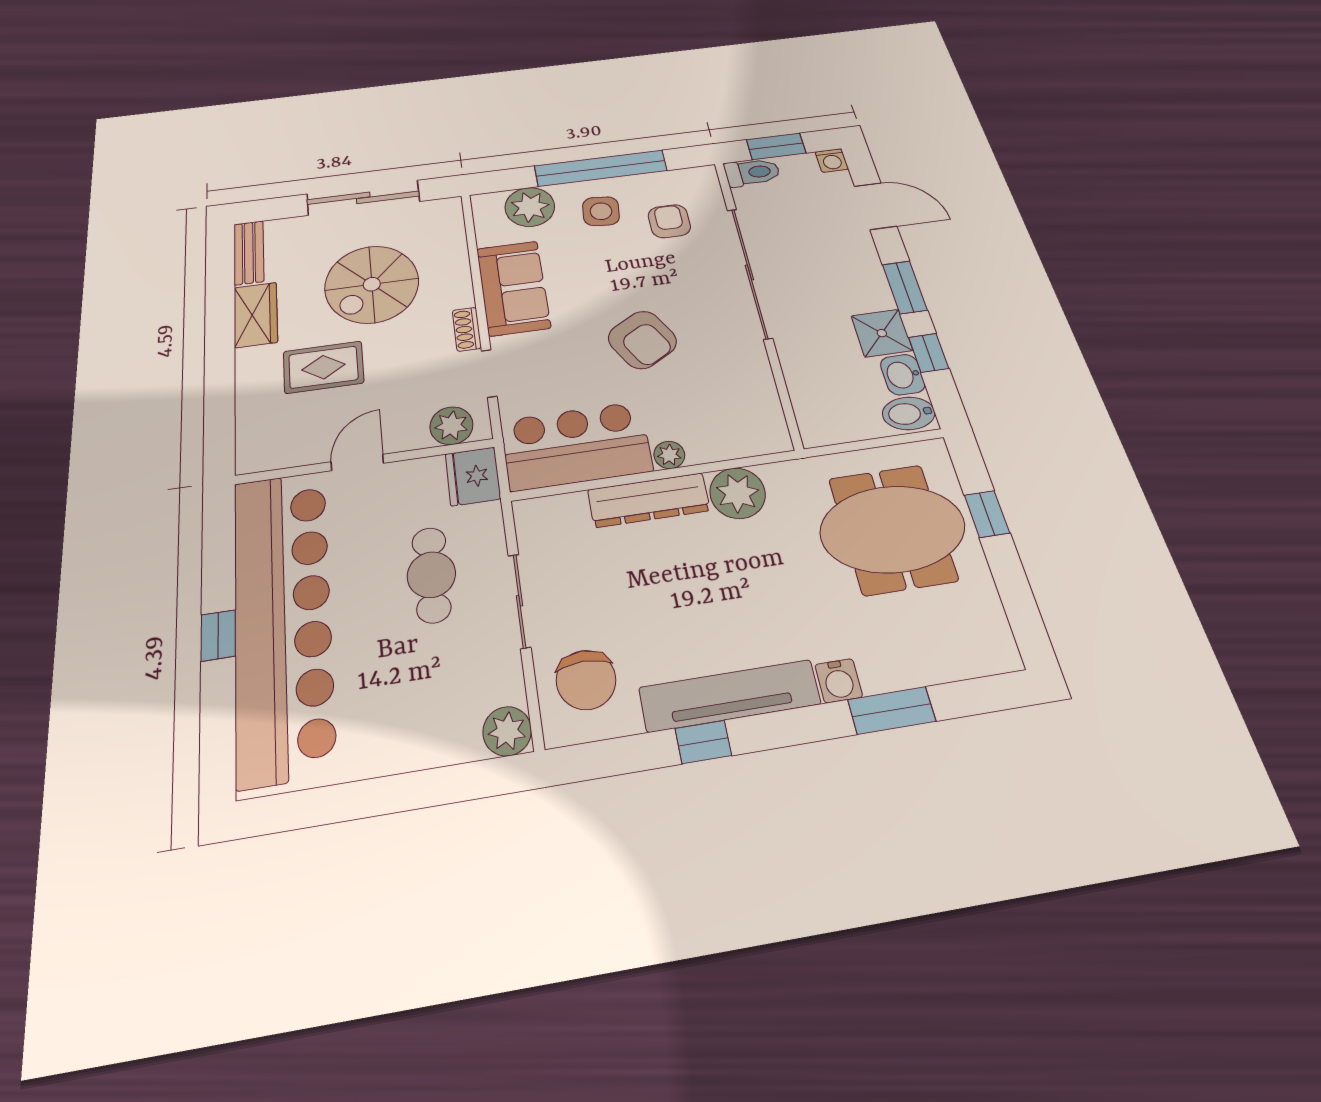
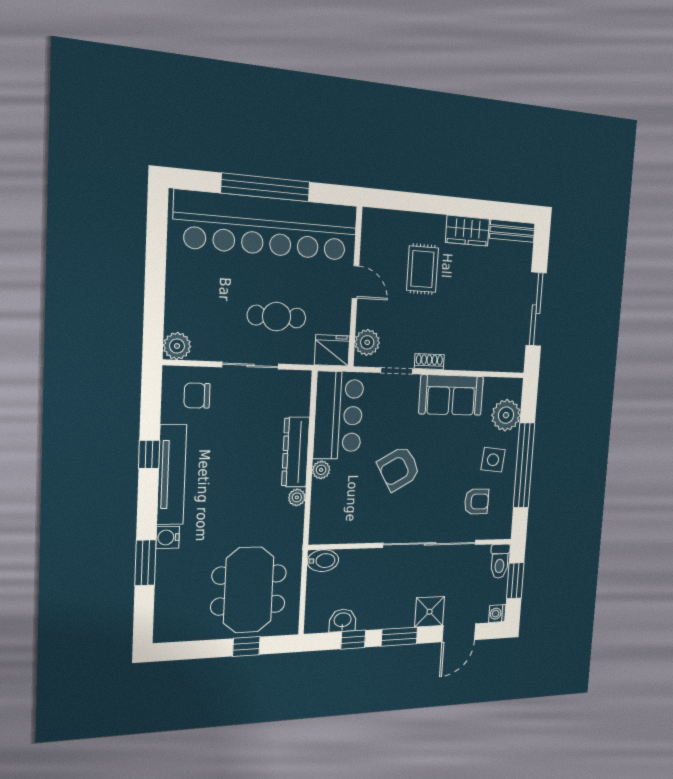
spiral stairs: (372, 284) -> (473, 307), removed
shower: (882, 333) -> (430, 612), moved
bidet: (909, 413) -> (323, 561), moved, turned 90
plant: (738, 493) -> (297, 497), width x0.53, depth x0.53
window: (218, 635) -> (266, 187), width x3.17
chair: (586, 680) -> (197, 396), width x0.73, depth x0.73

